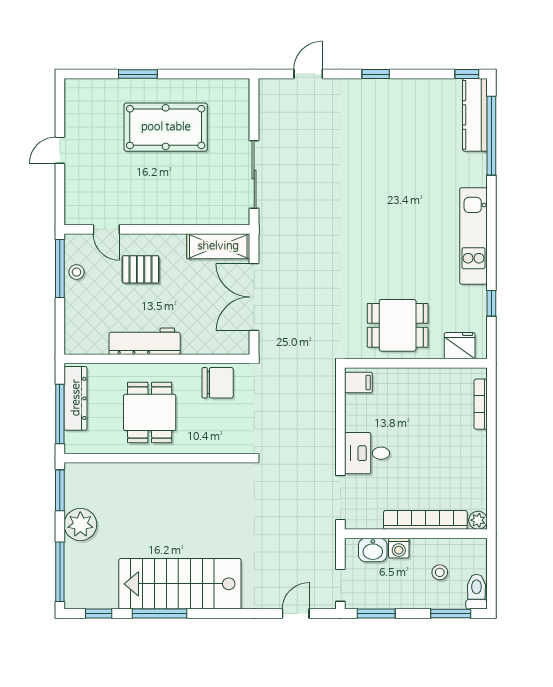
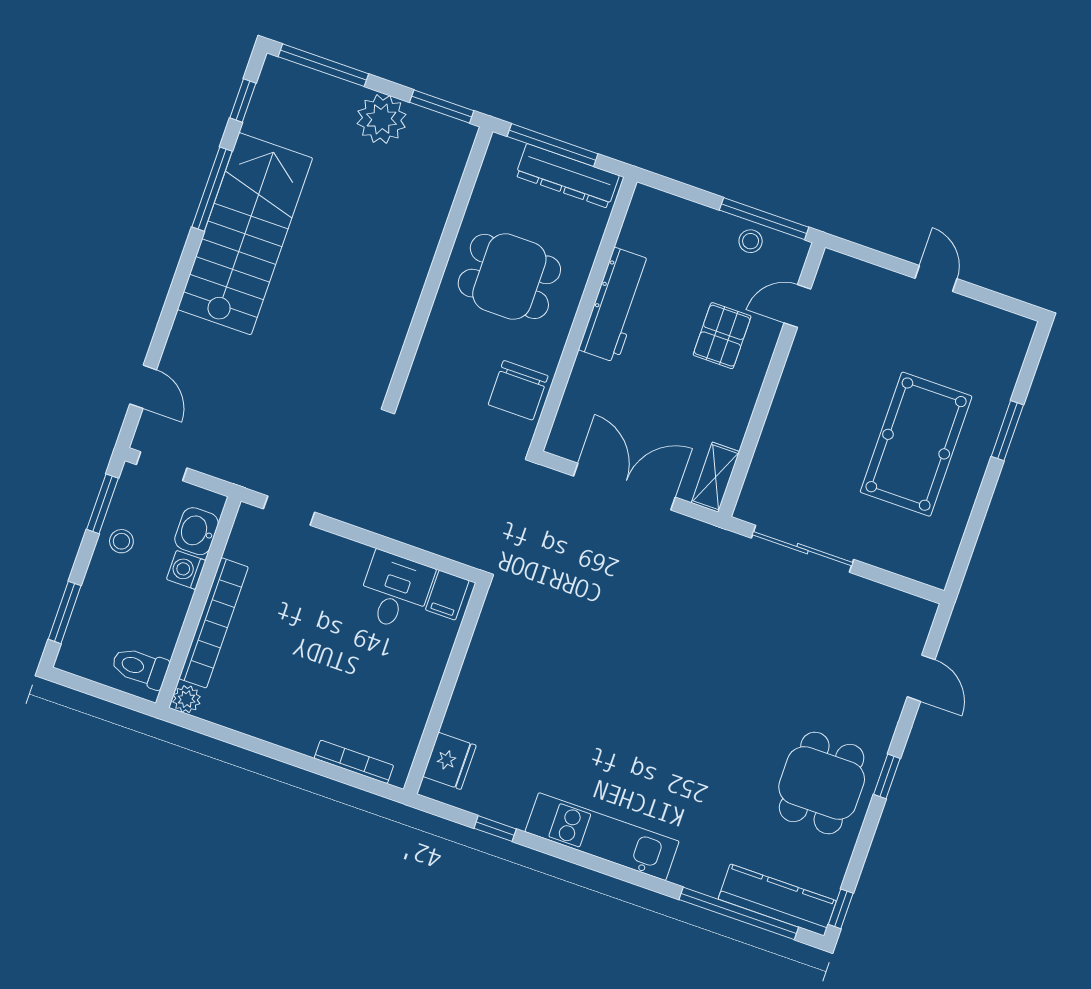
shelving: (218, 246) -> (715, 477), width x0.67, depth x0.75
dining table: (398, 325) -> (822, 783), moved
desk: (367, 453) -> (395, 591), moved
doorway: (340, 498) -> (289, 511), width x0.73
stool: (440, 572) -> (121, 541), moved
toilet: (476, 592) -> (140, 667), moved, turned 180

